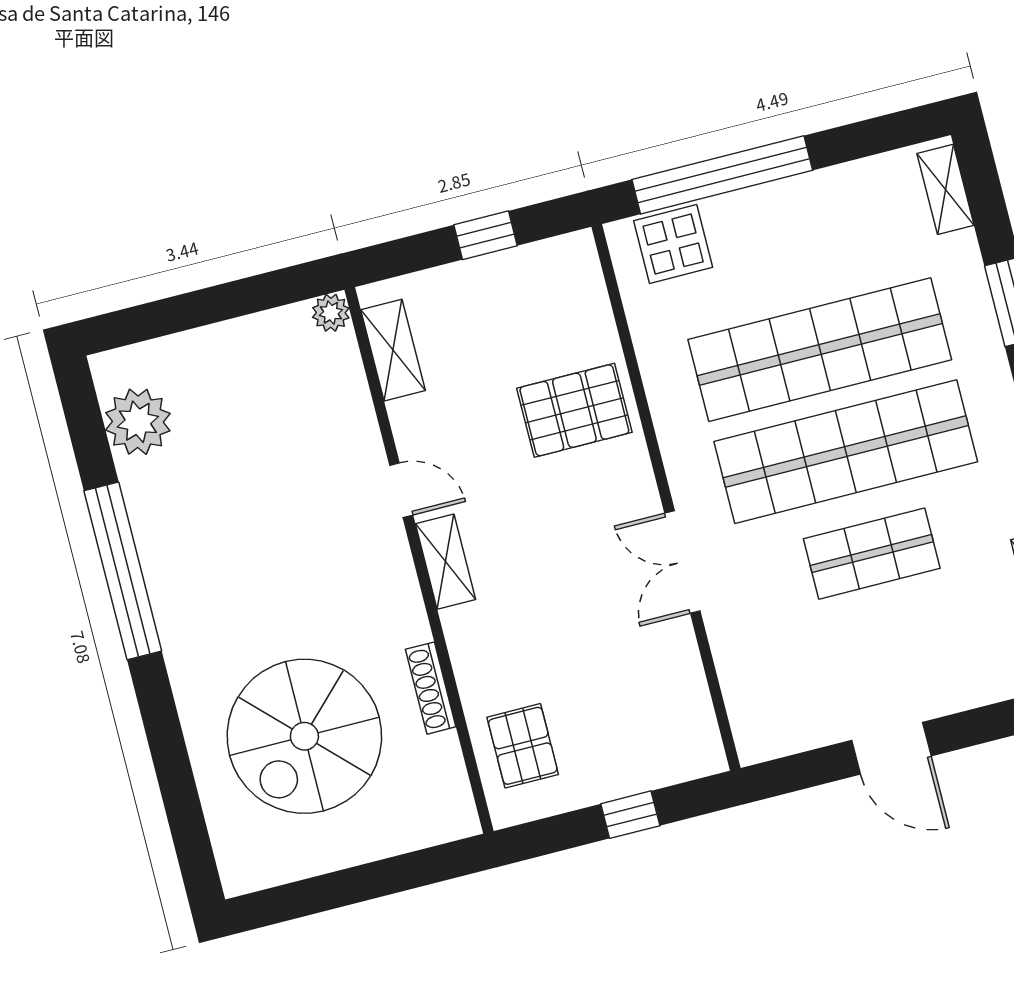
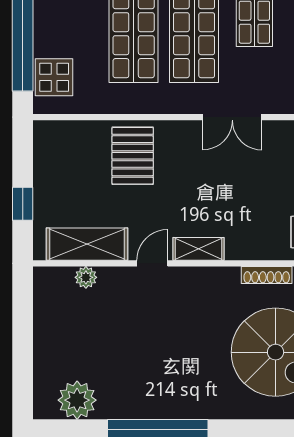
window: (485, 235) -> (23, 204), moved
plant: (331, 313) -> (86, 277), moved
shelving: (393, 350) -> (87, 244), width x1.50, depth x1.33

